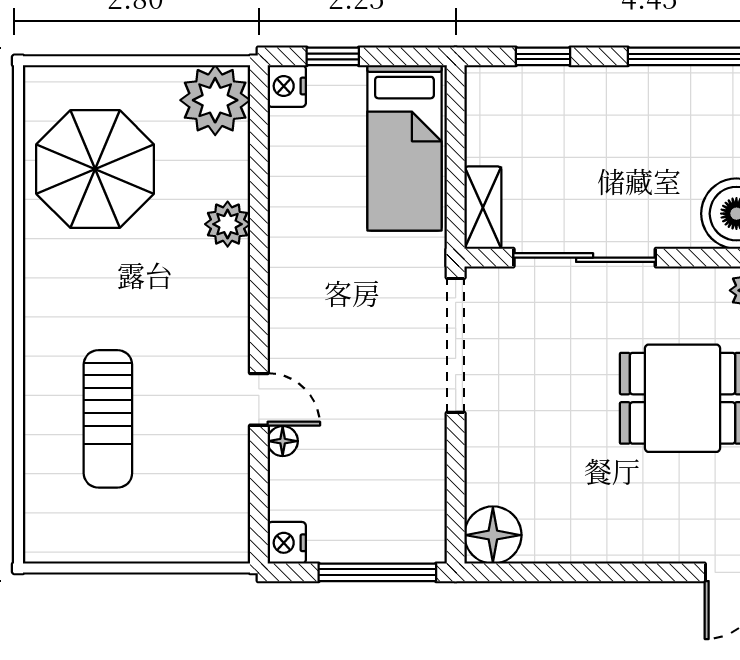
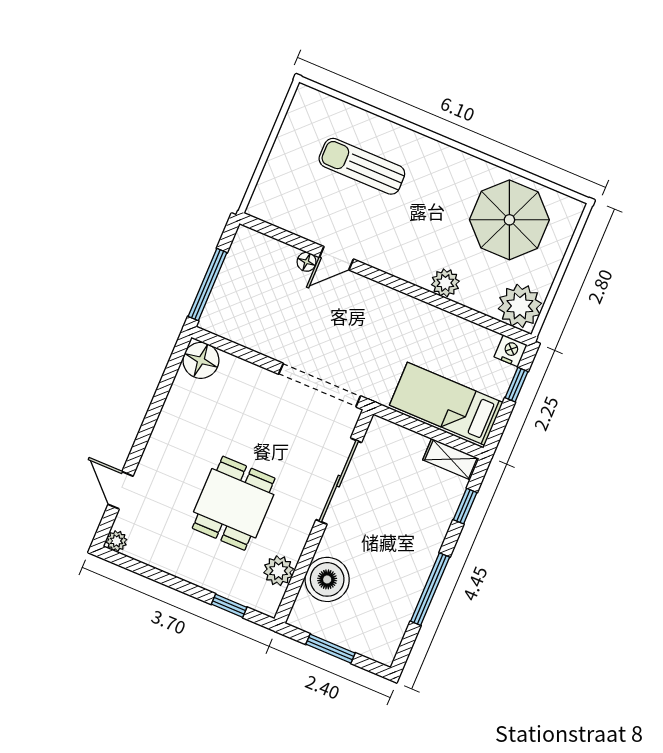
shelving: (483, 208) -> (451, 459), moved
nightstand: (287, 543) -> (247, 239), removed

